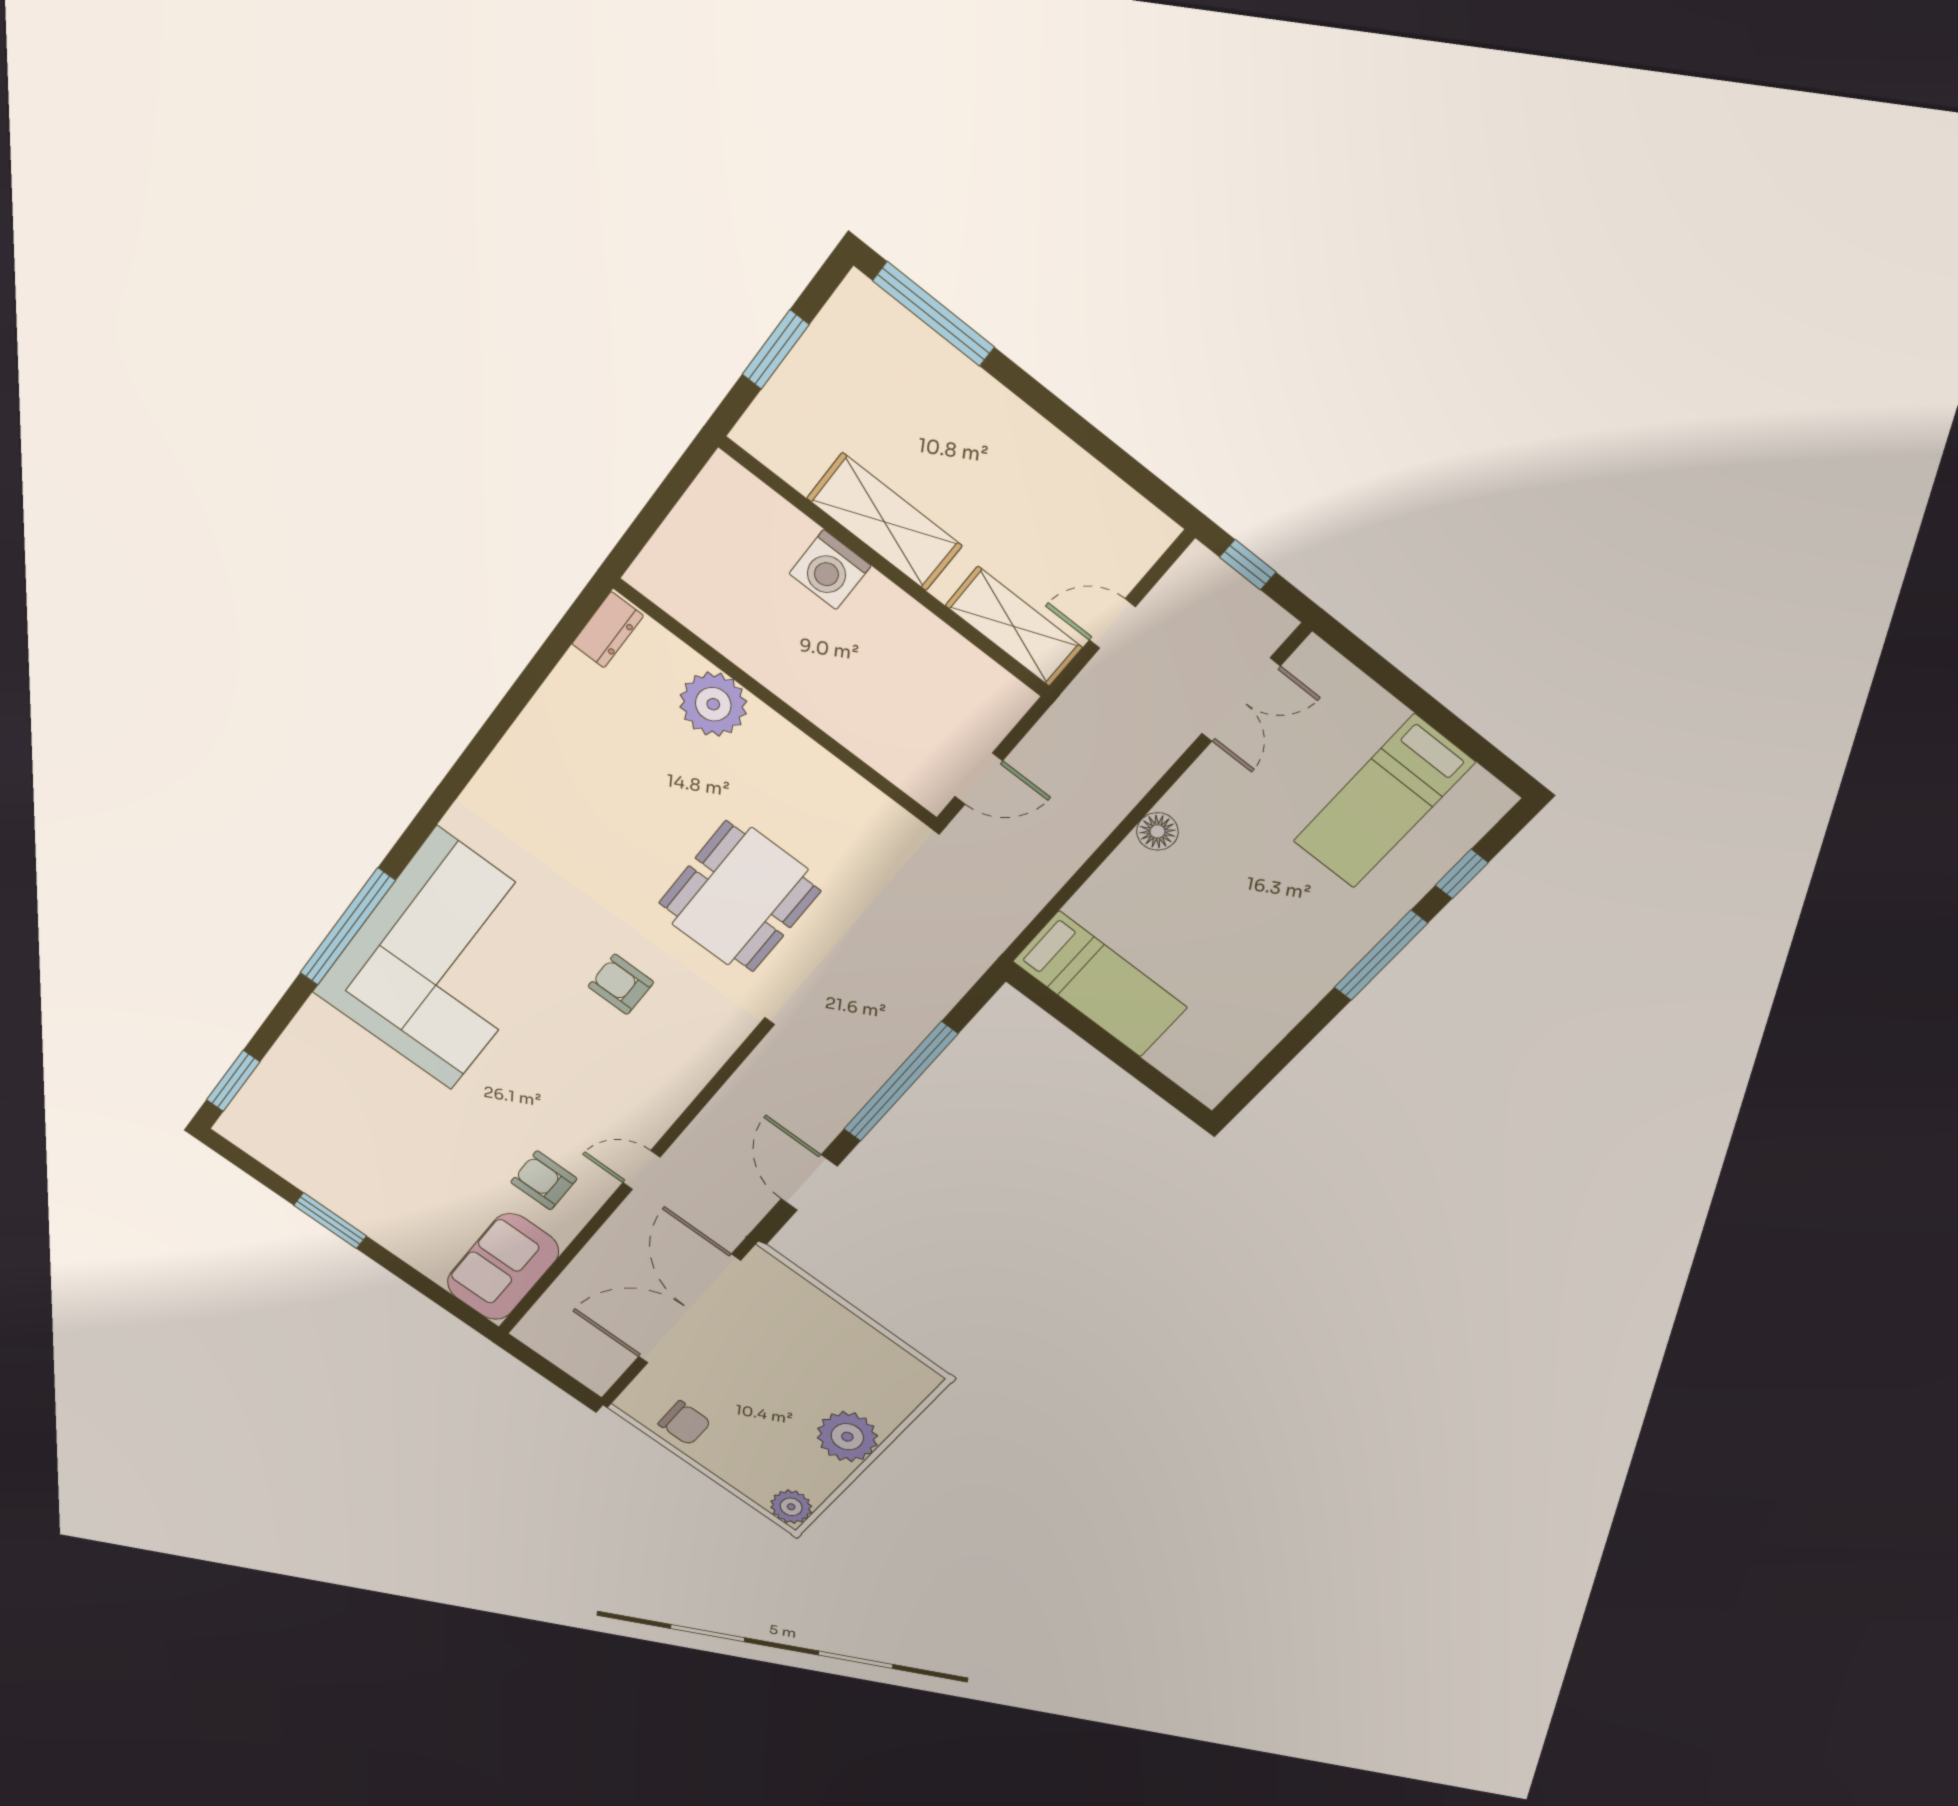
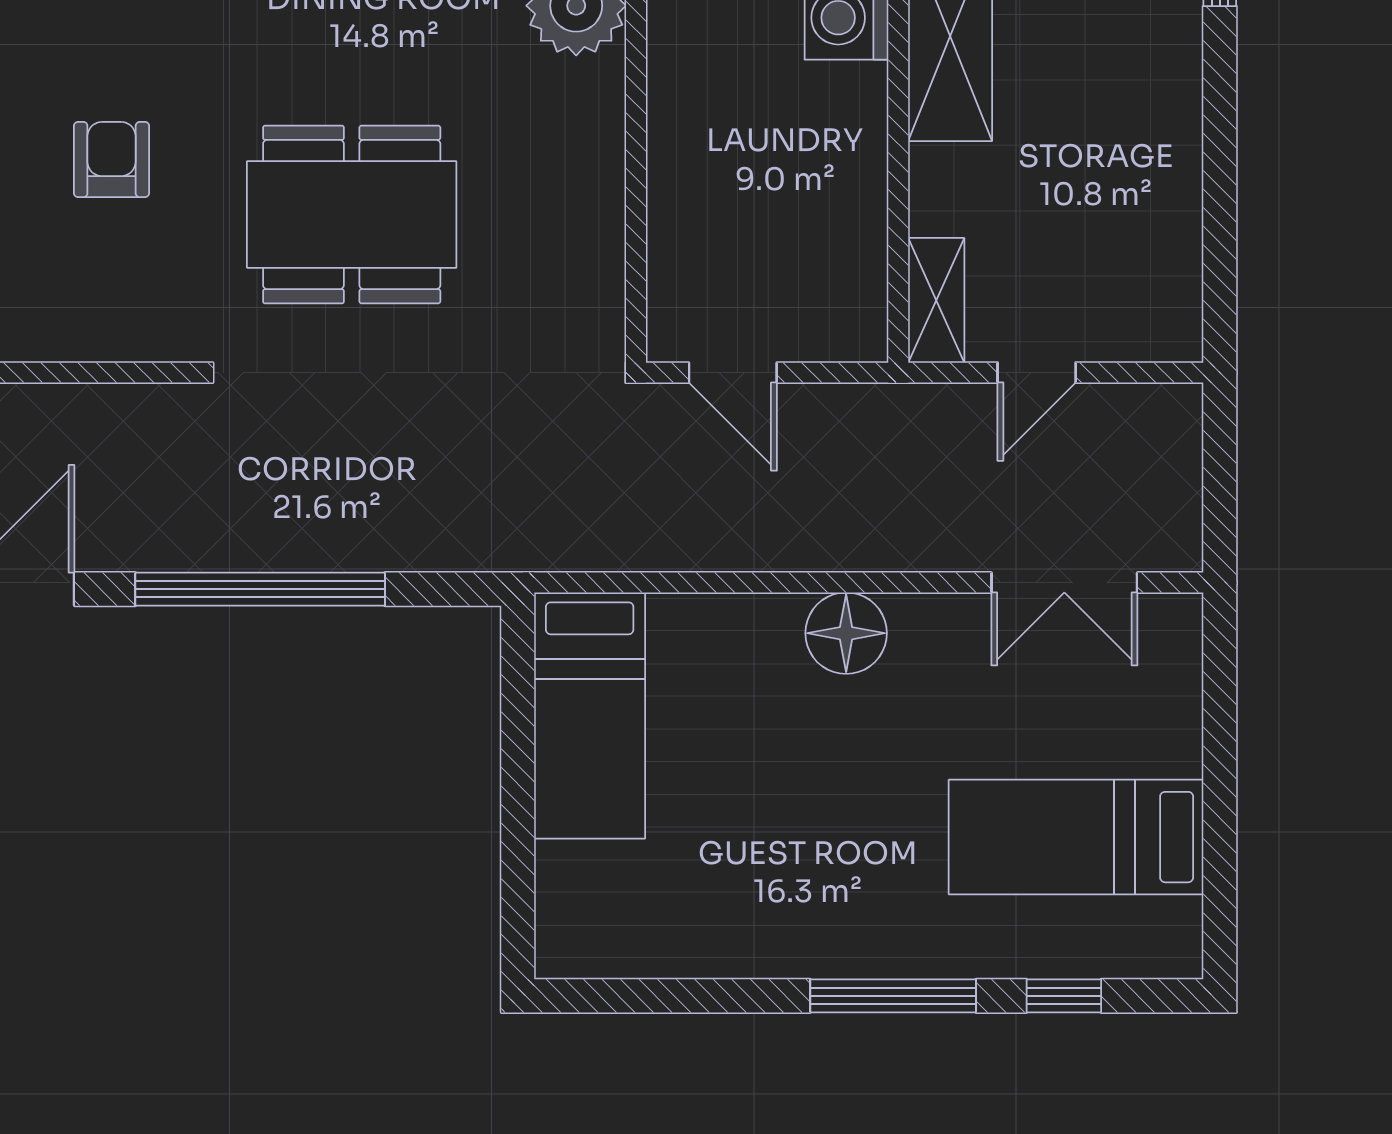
window: (1248, 565) -> (1220, 462), removed
door: (1112, 624) -> (1037, 373), swing flipped
shelving: (1014, 627) -> (936, 300), width x0.67, depth x0.75
floor lamp: (1157, 831) -> (846, 633), width x1.38, depth x1.38

